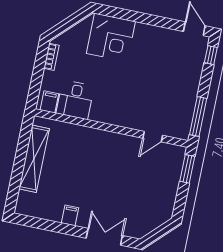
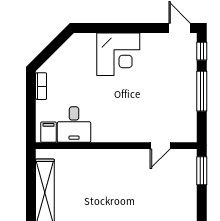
corner desk: (111, 37) -> (118, 54), moved
window: (198, 117) -> (202, 91), moved

